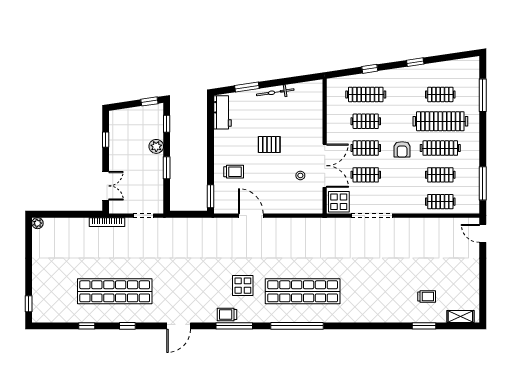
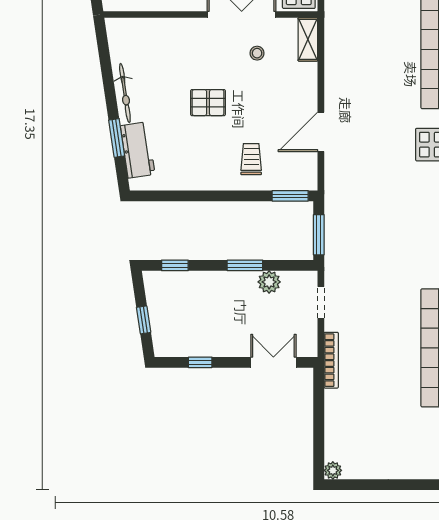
window: (149, 101) -> (144, 320), moved
workbench: (222, 112) -> (138, 150), moved, turned 82
pallet: (269, 145) -> (208, 103), turned 90
plant: (156, 146) -> (269, 282), moved
shelving: (309, 208) -> (308, 39), added
window: (186, 214) -> (319, 235), added

